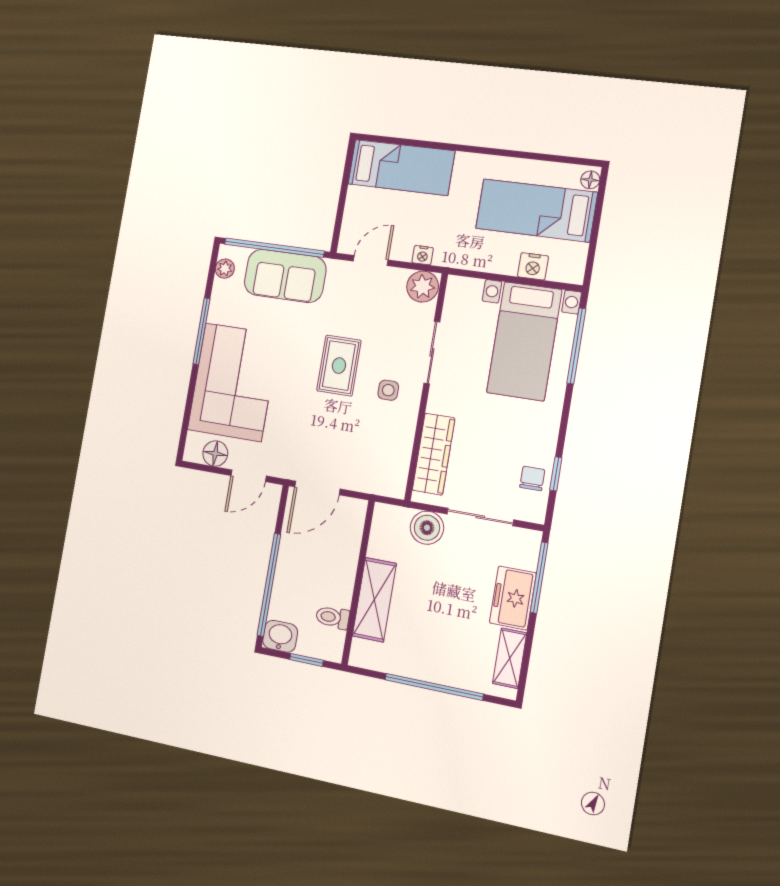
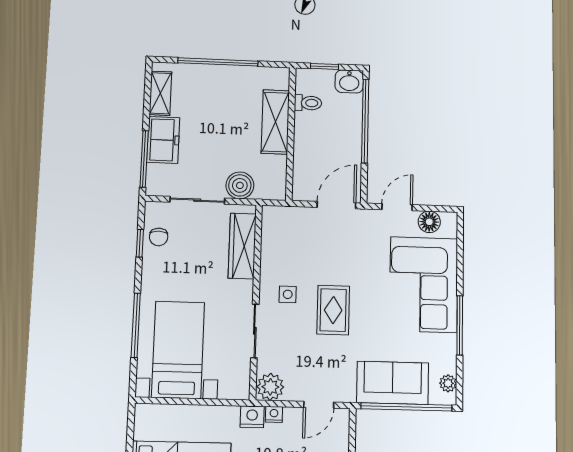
nightstand: (533, 266) -> (252, 417), moved
window: (576, 346) -> (136, 325), moved

